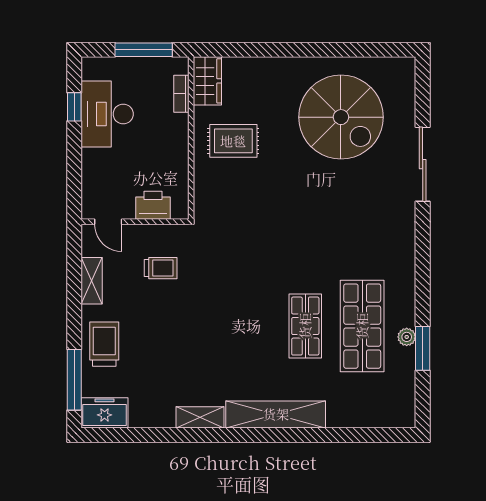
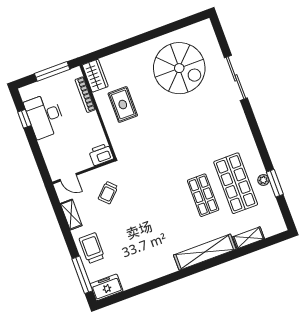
bookcase: (181, 94) -> (85, 95), width x1.56
rug: (233, 141) -> (123, 105), turned 90
printer: (153, 205) -> (101, 154), moved
trolley: (161, 268) -> (108, 193), turned 135
shelving: (200, 417) -> (249, 238), moved

